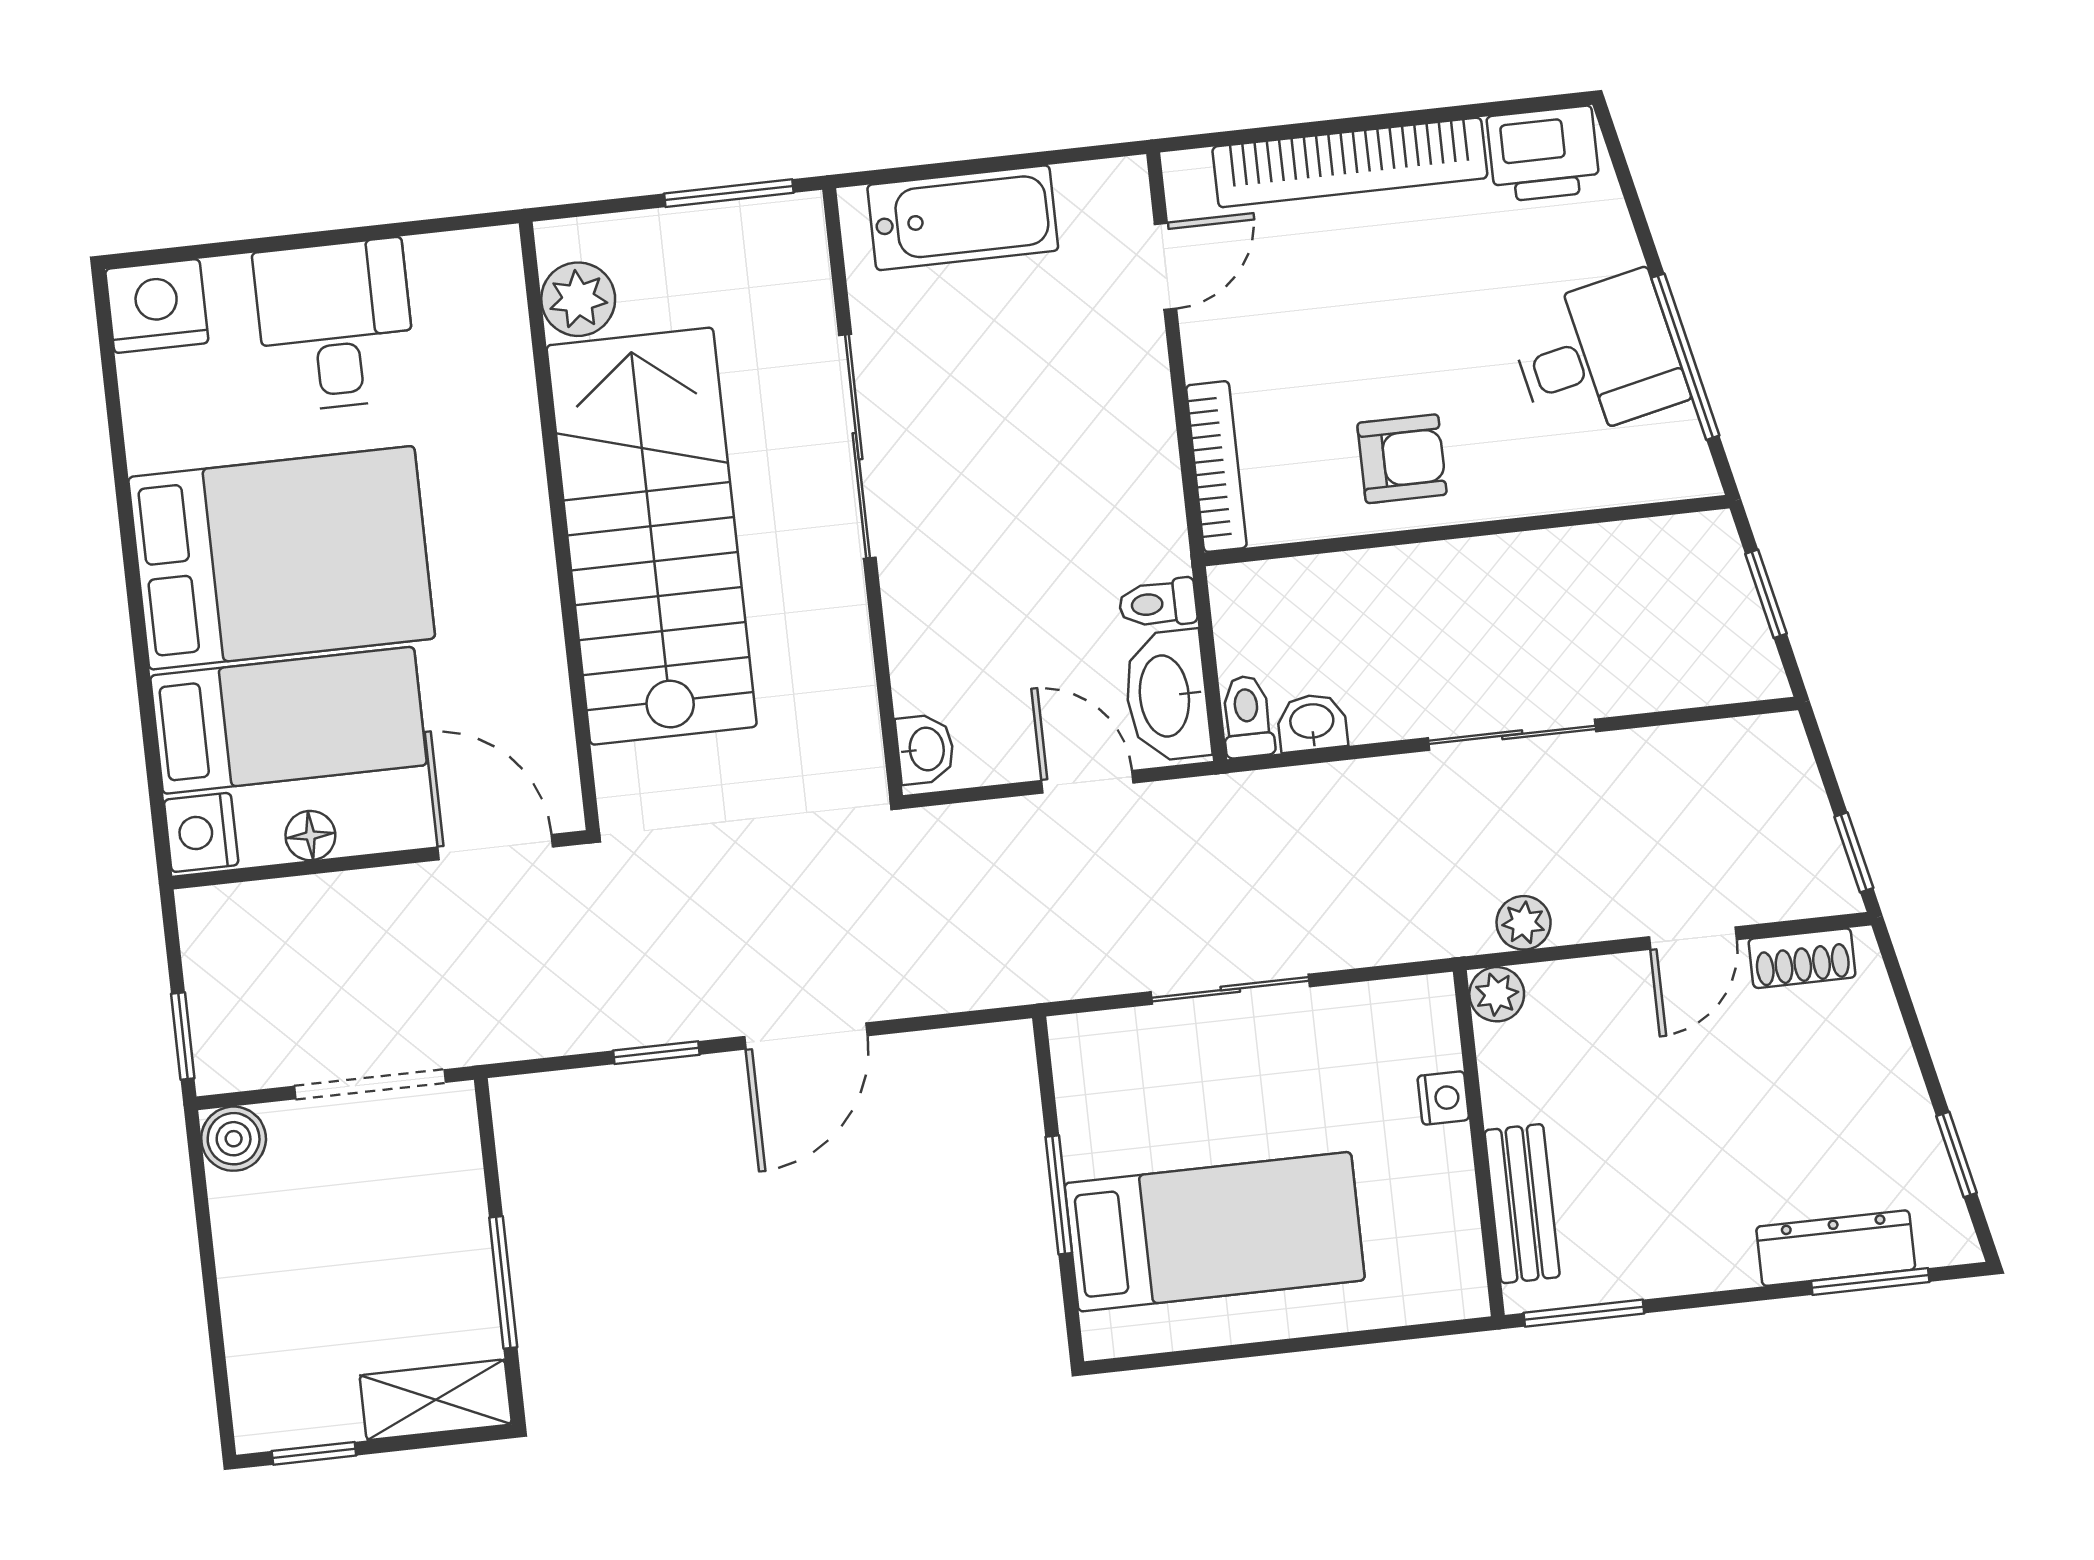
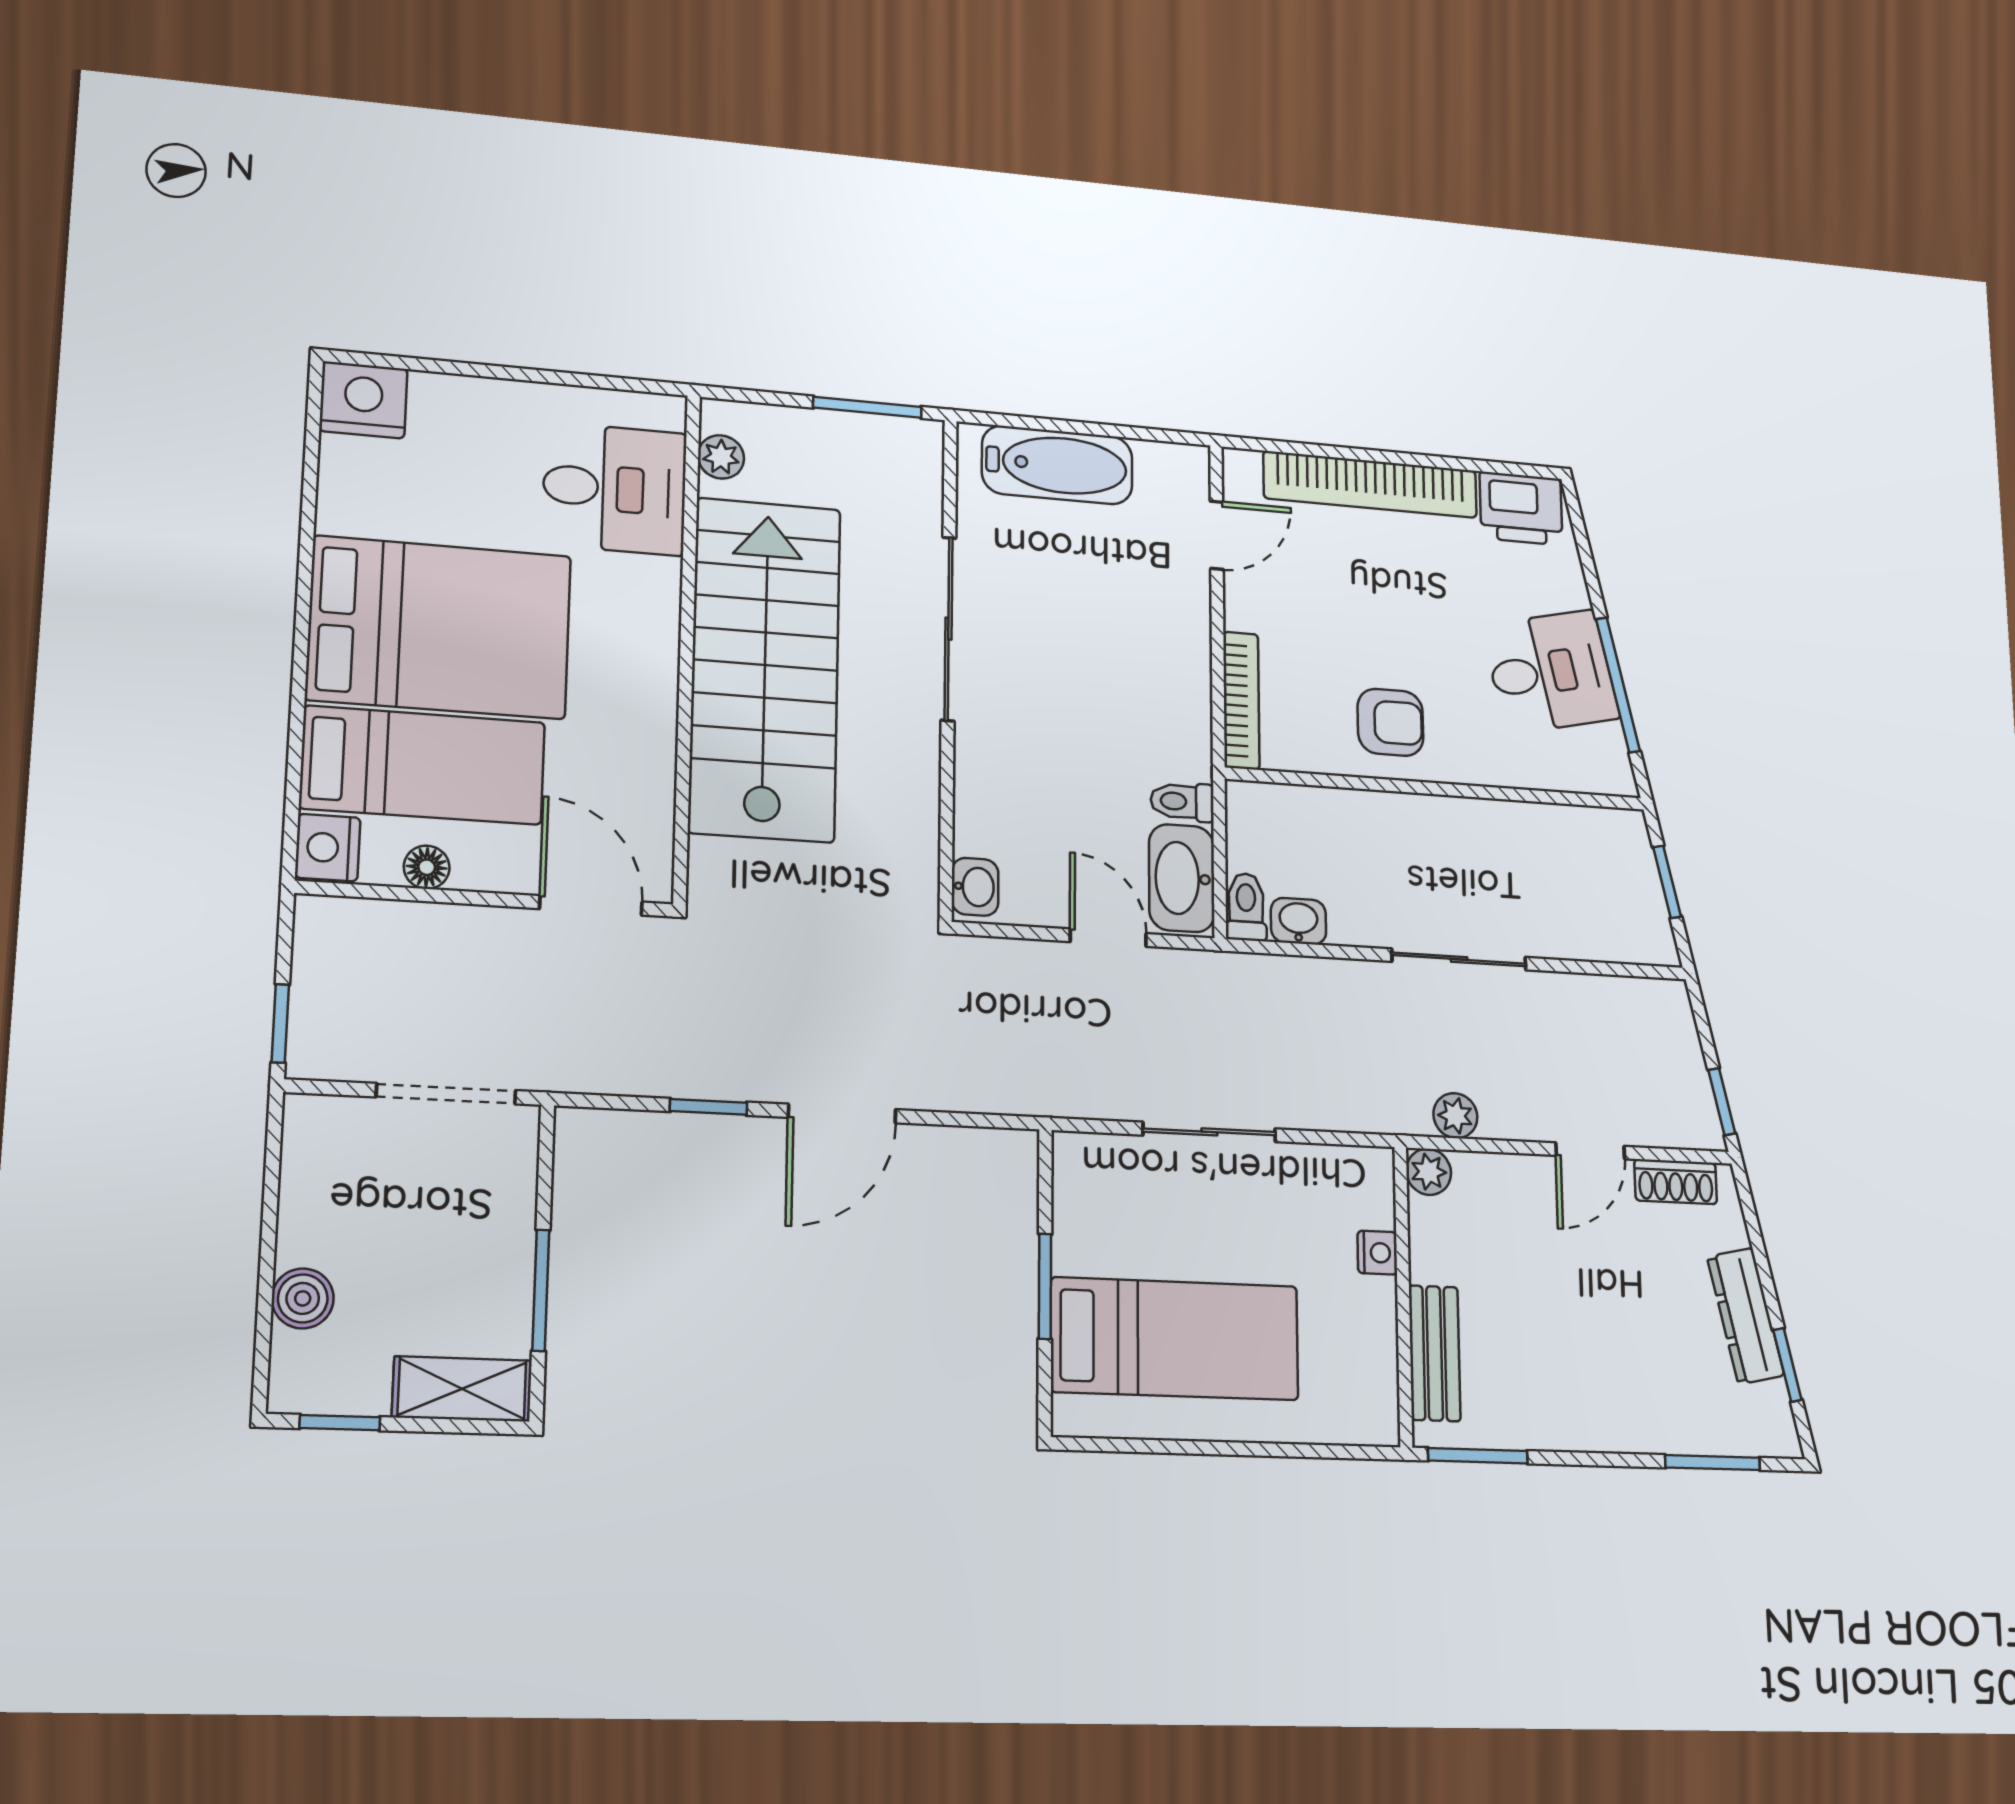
plant: (578, 299) -> (721, 457), width x0.73, depth x0.73
desk: (335, 325) -> (615, 489), moved, turned 90
boiler: (234, 1139) -> (303, 1298), moved
dresser: (1836, 1248) -> (1746, 1316), moved, turned -102

